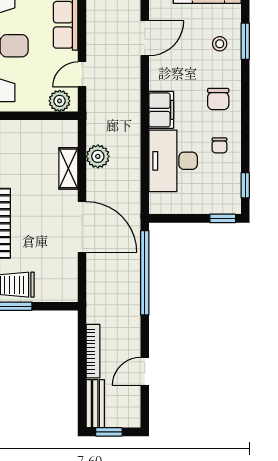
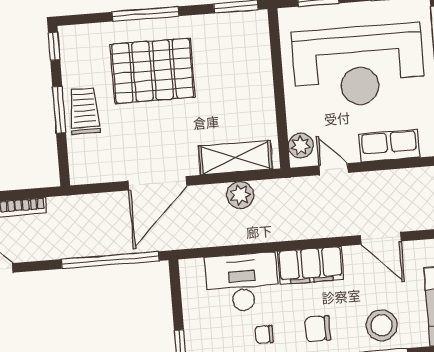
stool: (220, 44) -> (382, 325), width x1.89, depth x1.89
filing cabinet: (161, 110) -> (311, 265), width x1.50, depth x1.17
shelving: (68, 168) -> (235, 158), width x1.50, depth x1.33

